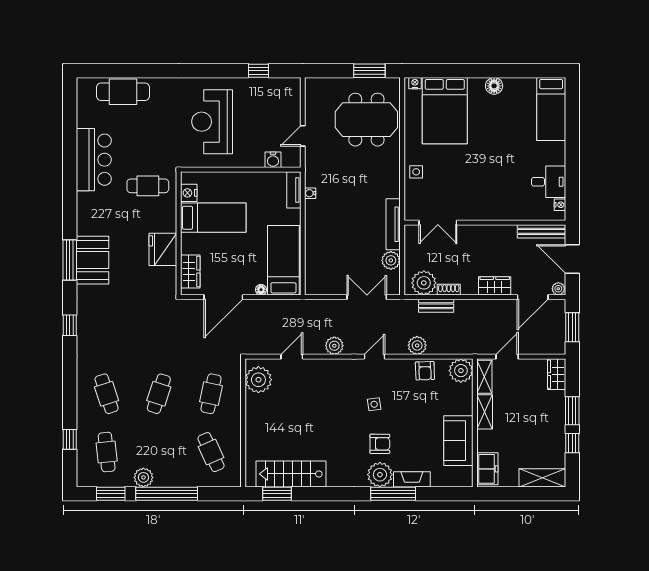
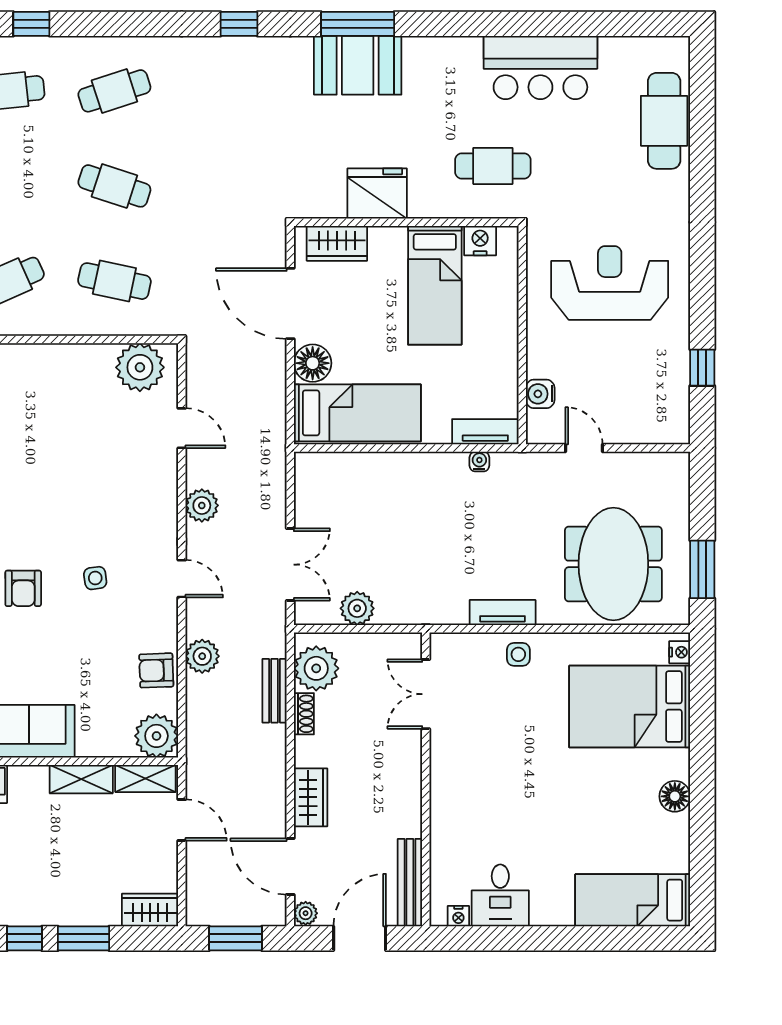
cafe table: (148, 186) -> (493, 166), turned 90
tv unit: (393, 224) -> (503, 613), moved, width x0.71
floor lamp: (261, 290) -> (313, 363), width x1.89, depth x1.89

